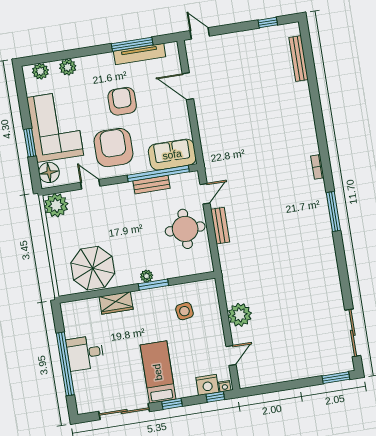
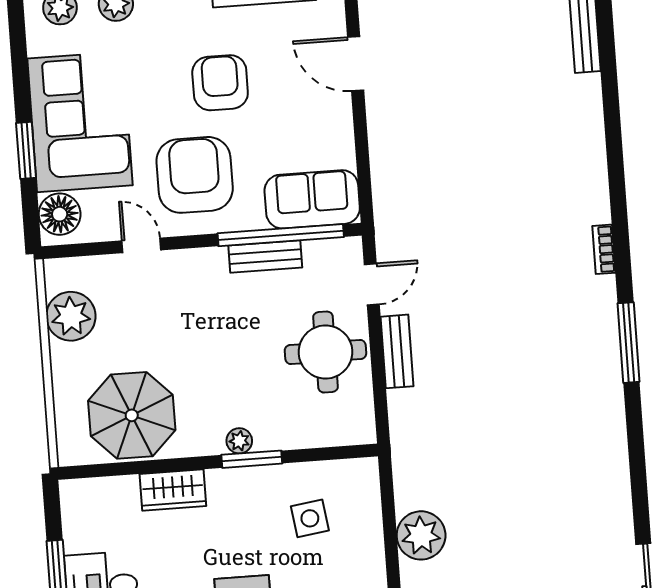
plant: (56, 205) -> (71, 316), moved

